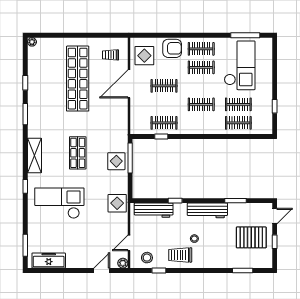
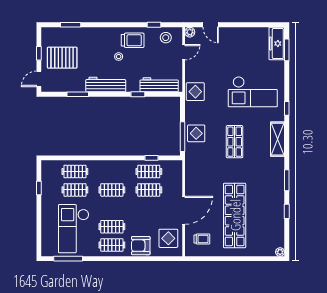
clothes rail: (164, 86) -> (149, 190), moved
freezer: (49, 261) -> (277, 44), moved, turned 90
door: (102, 271) -> (211, 25), hinge flipped

